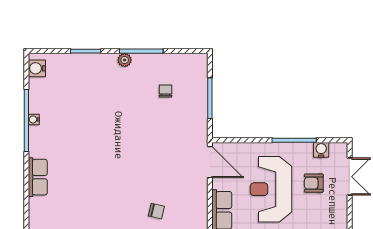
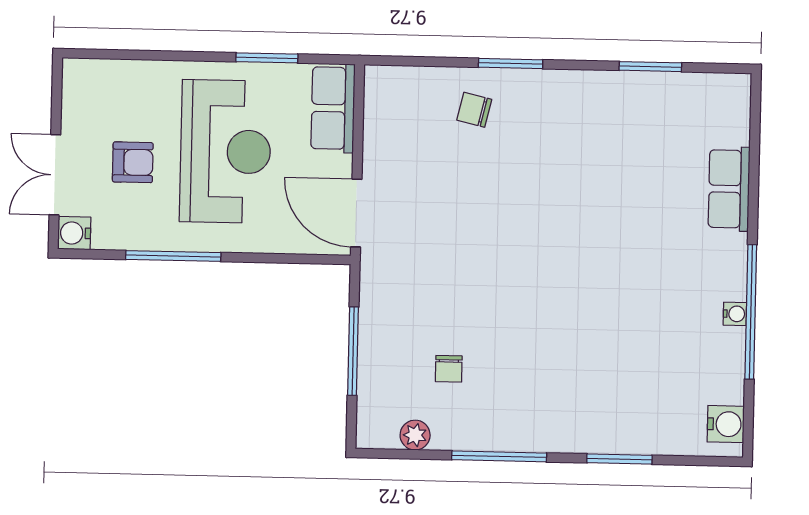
plant: (125, 60) -> (415, 435), moved
water cooler: (321, 150) -> (74, 233), moved, turned 90

